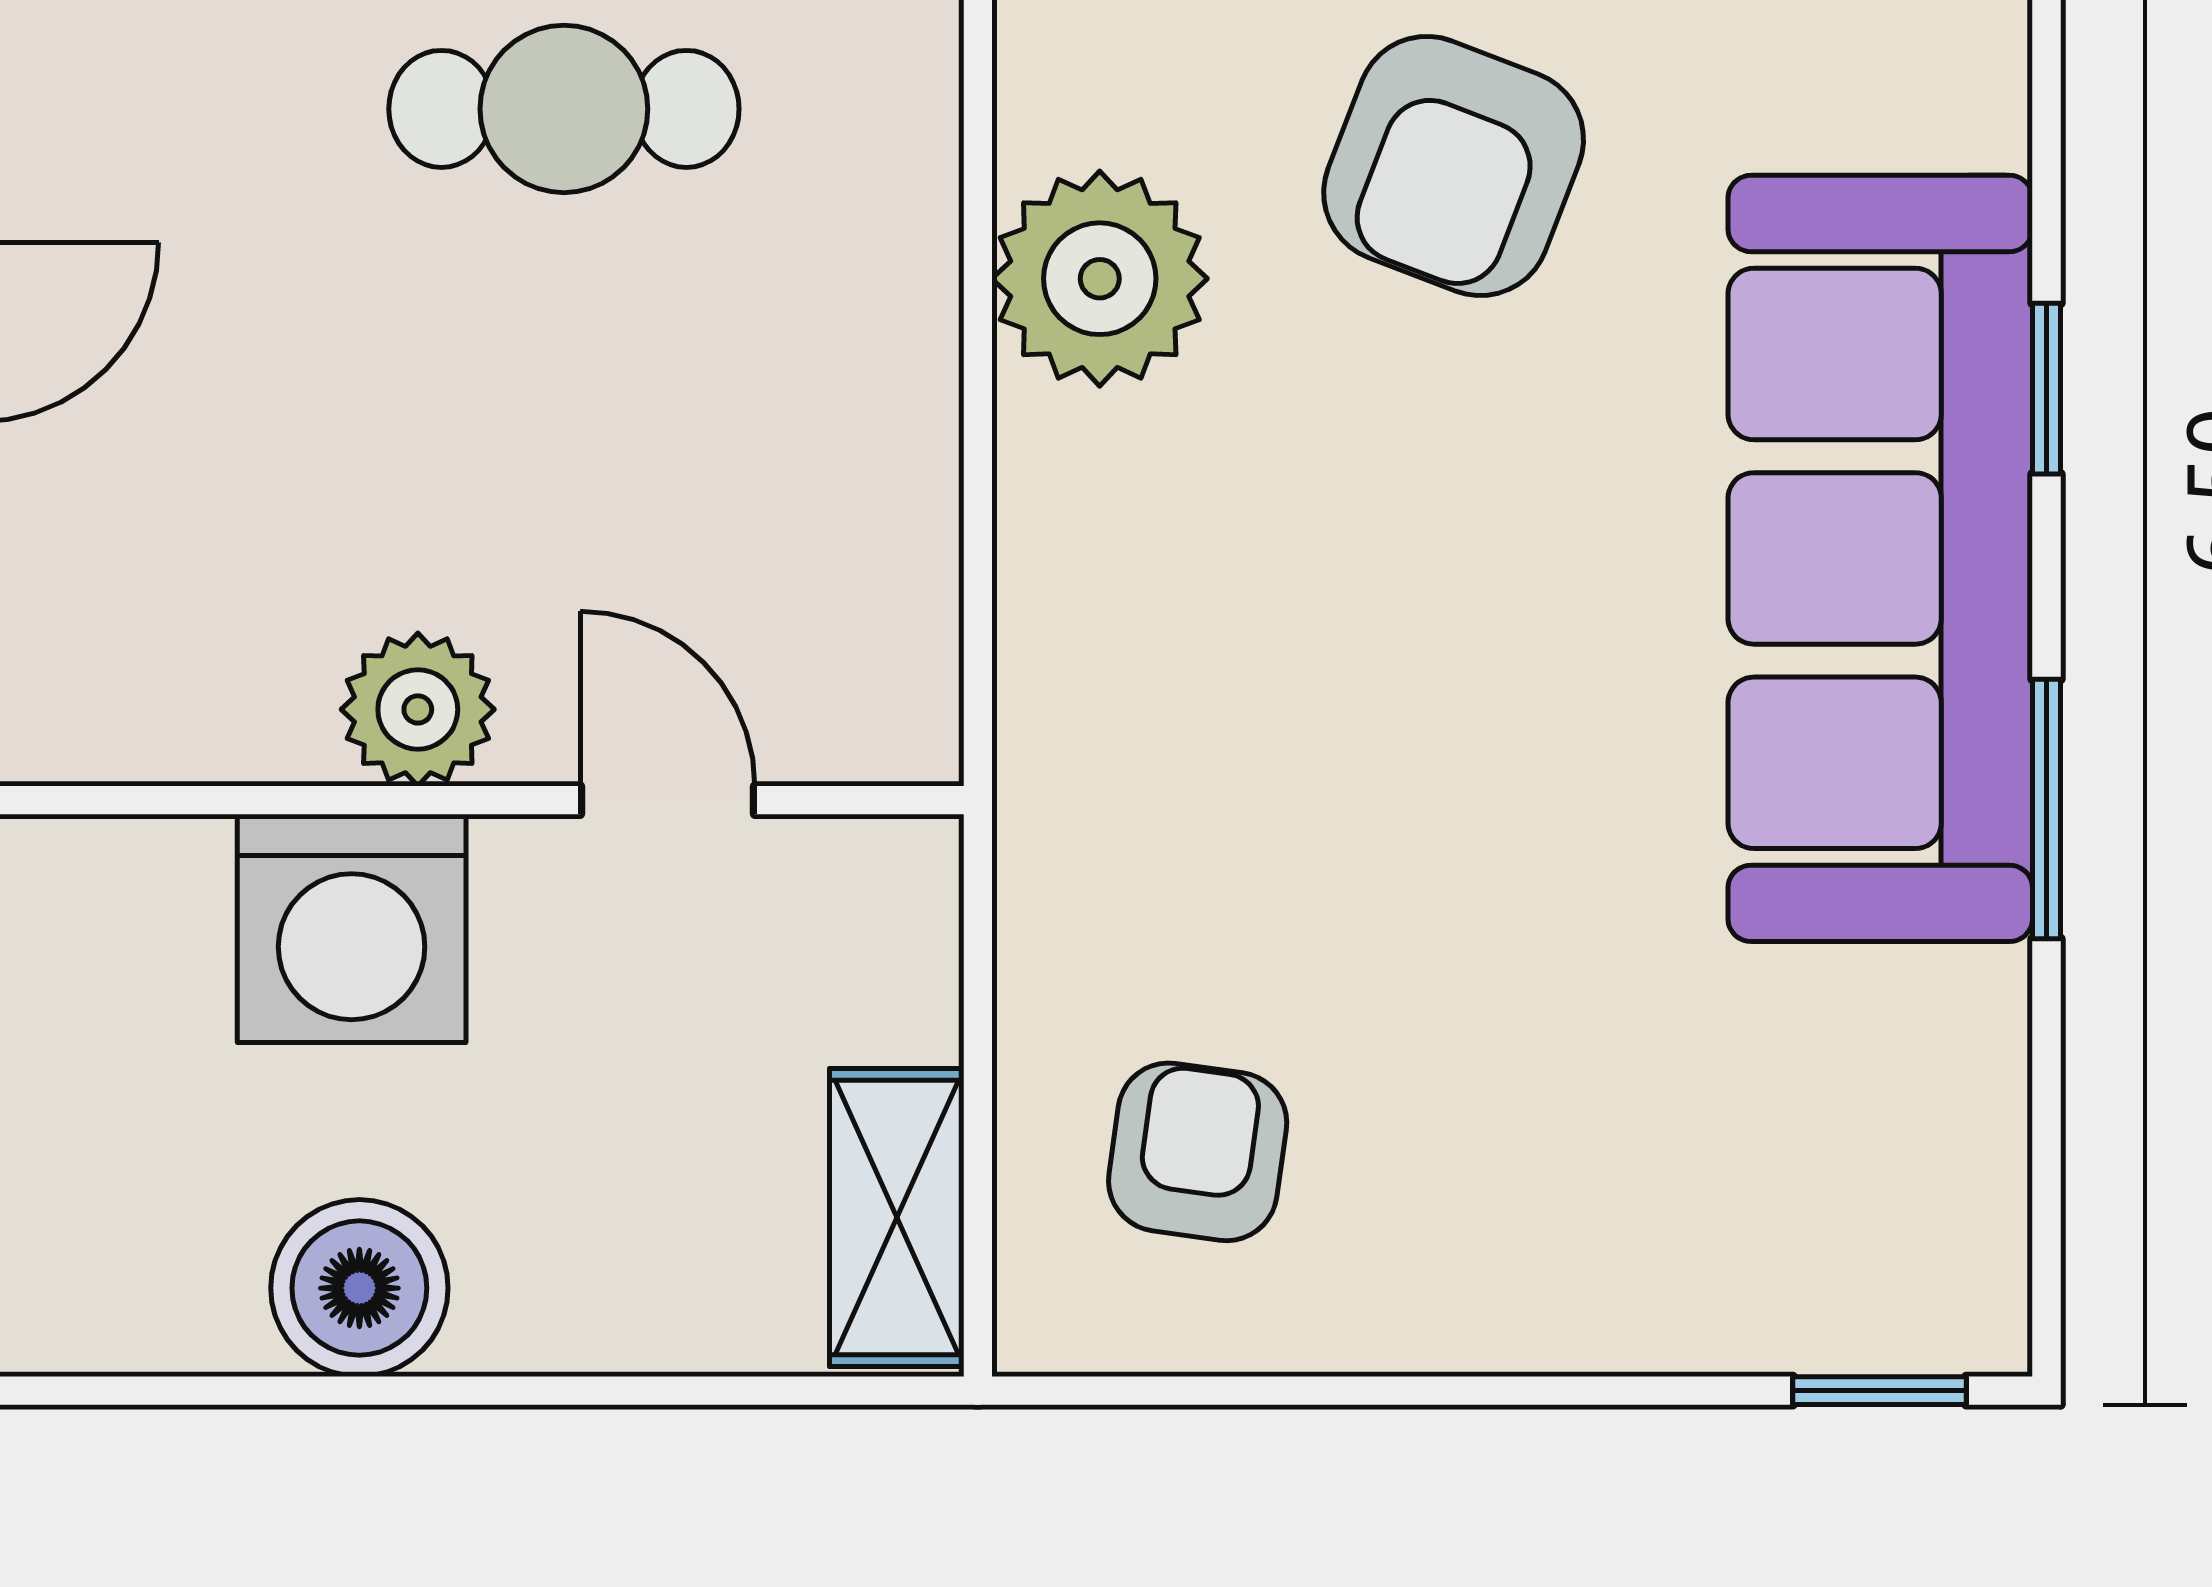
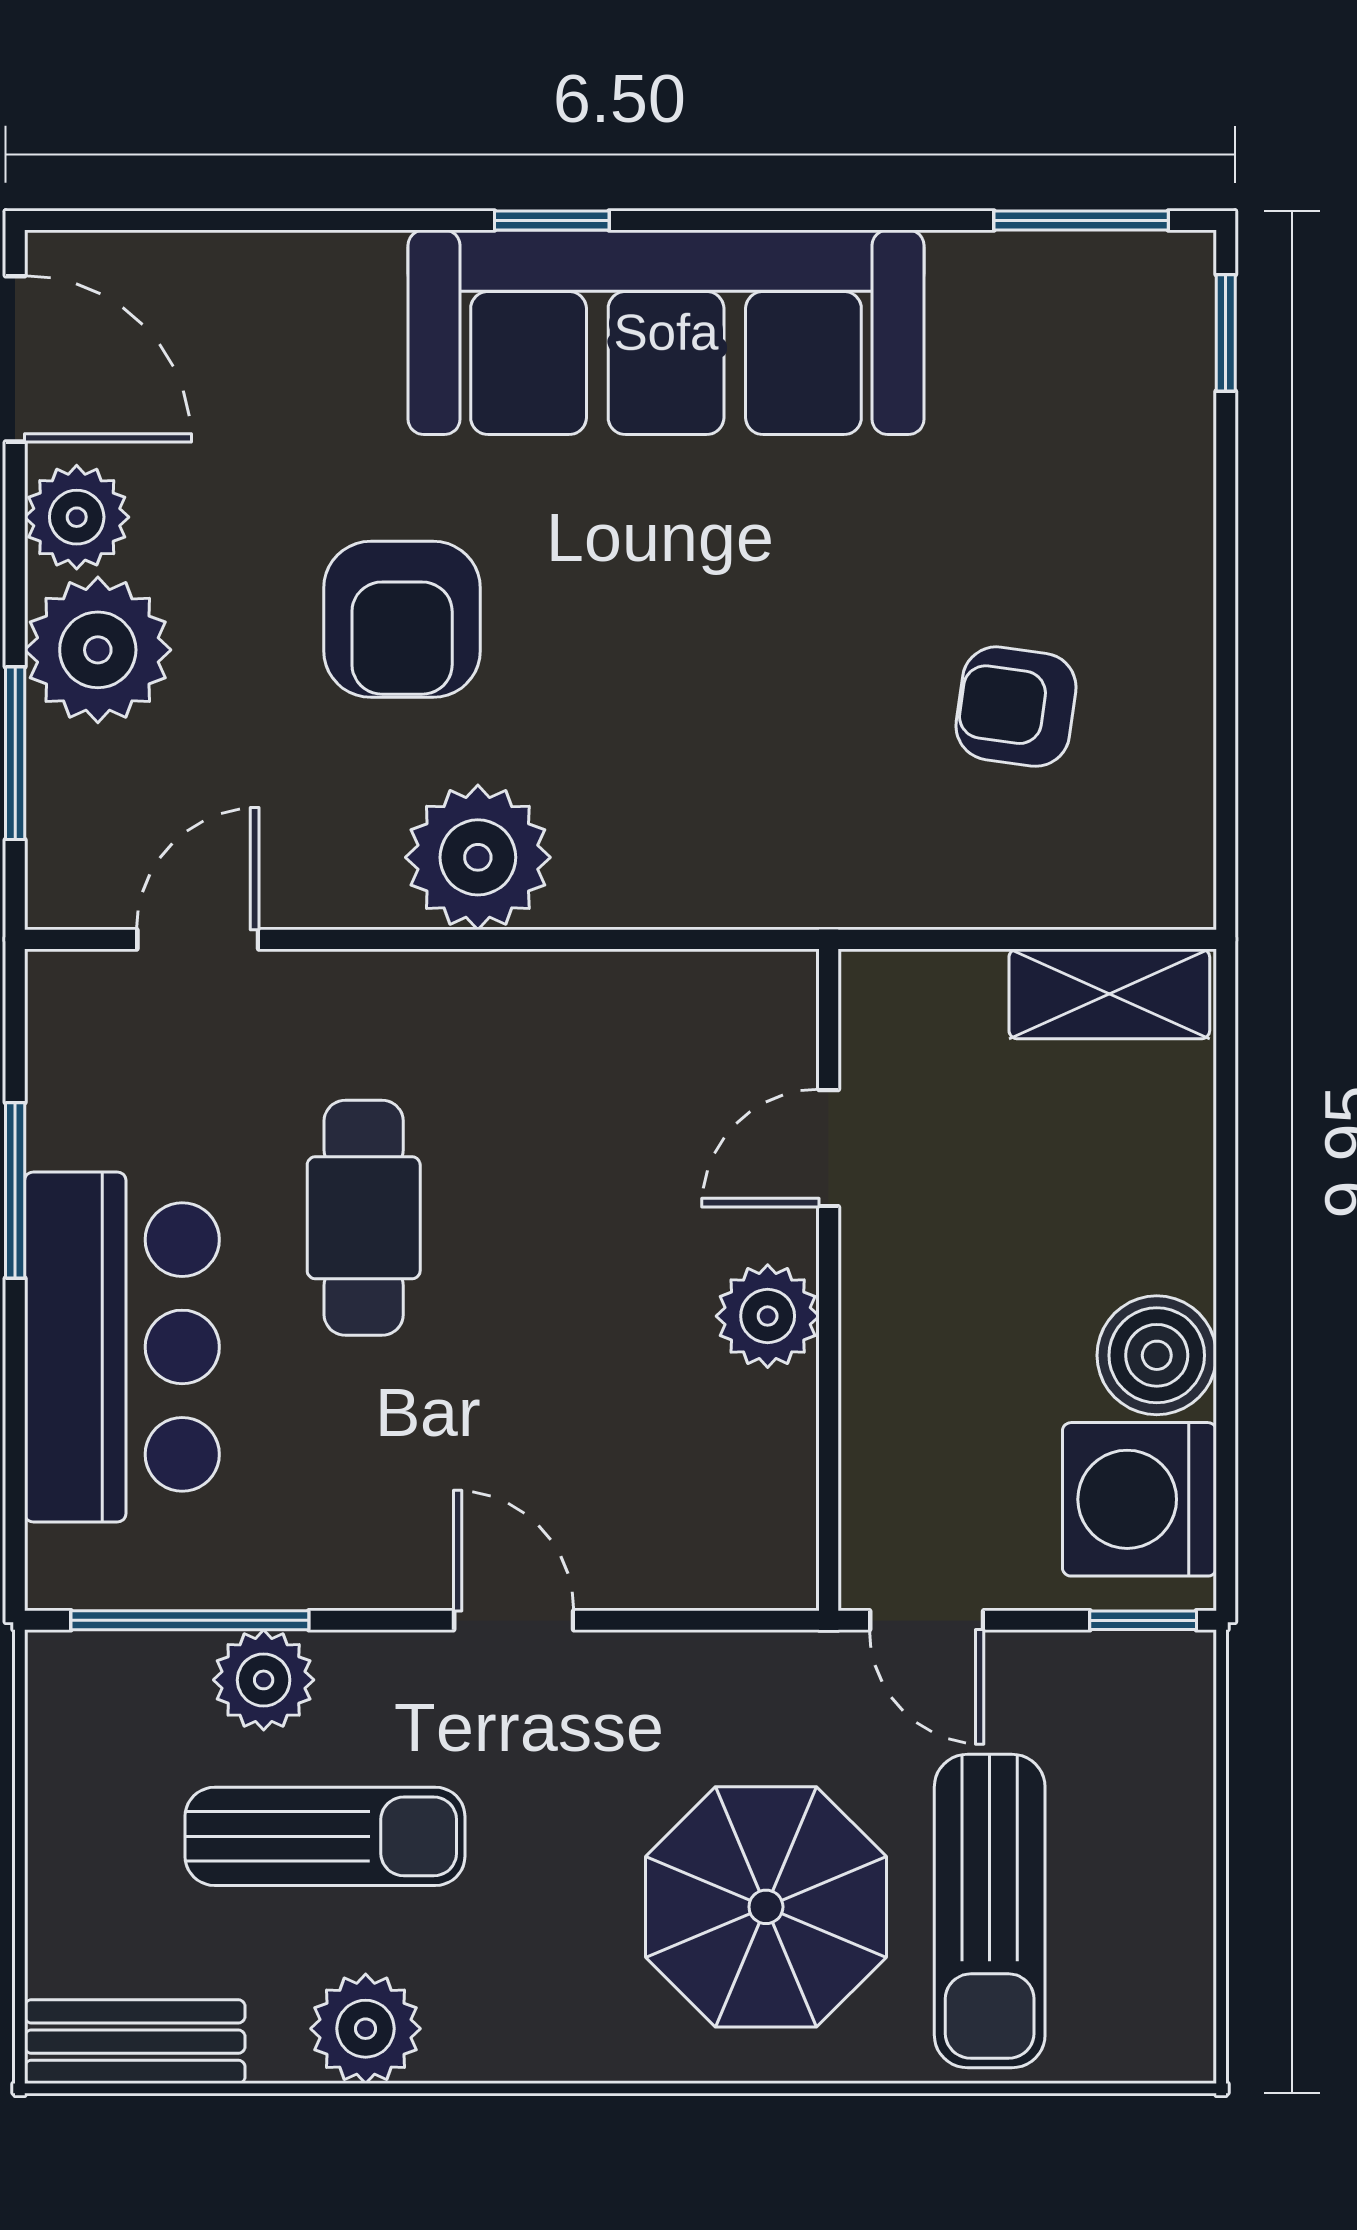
armchair: (1454, 166) -> (402, 619), turned 69
window: (2047, 809) -> (1081, 221), moved
washing machine: (352, 928) -> (1139, 1499), moved, turned 180
armchair: (1198, 1152) -> (1016, 707), moved

